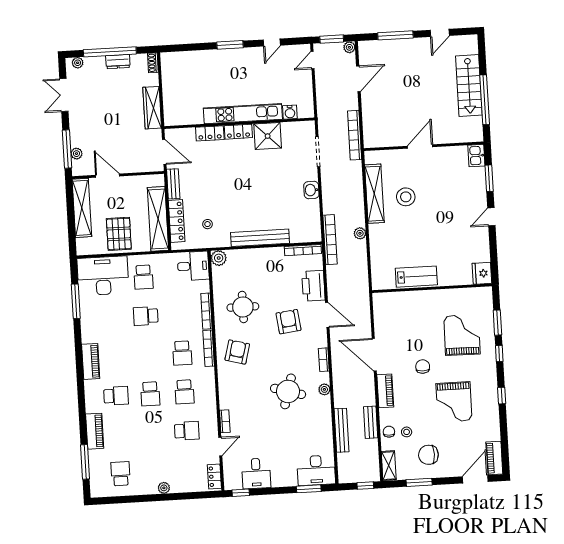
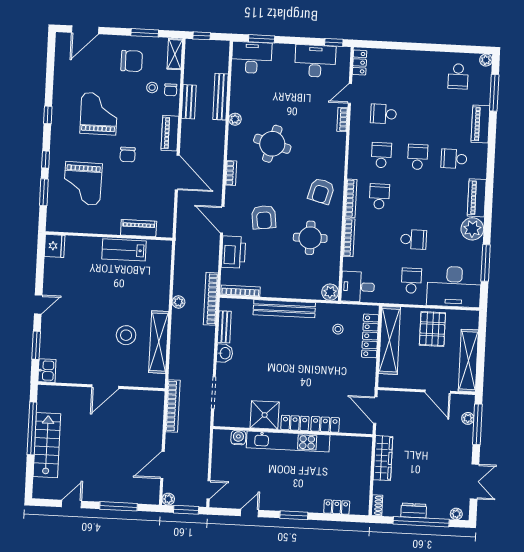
locker: (191, 57) -> (337, 507), added
bench: (173, 184) -> (224, 327), moved
plant: (92, 332) -> (472, 229), added
plant: (324, 389) -> (235, 119), moved
piano: (494, 458) -> (139, 228), moved, turned -90
desk: (256, 473) -> (315, 61), width x1.37
plant: (164, 488) -> (486, 60), moved

